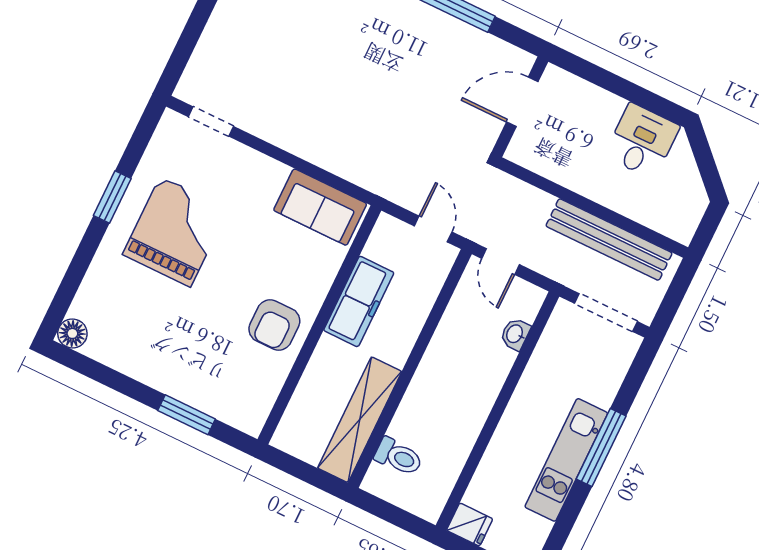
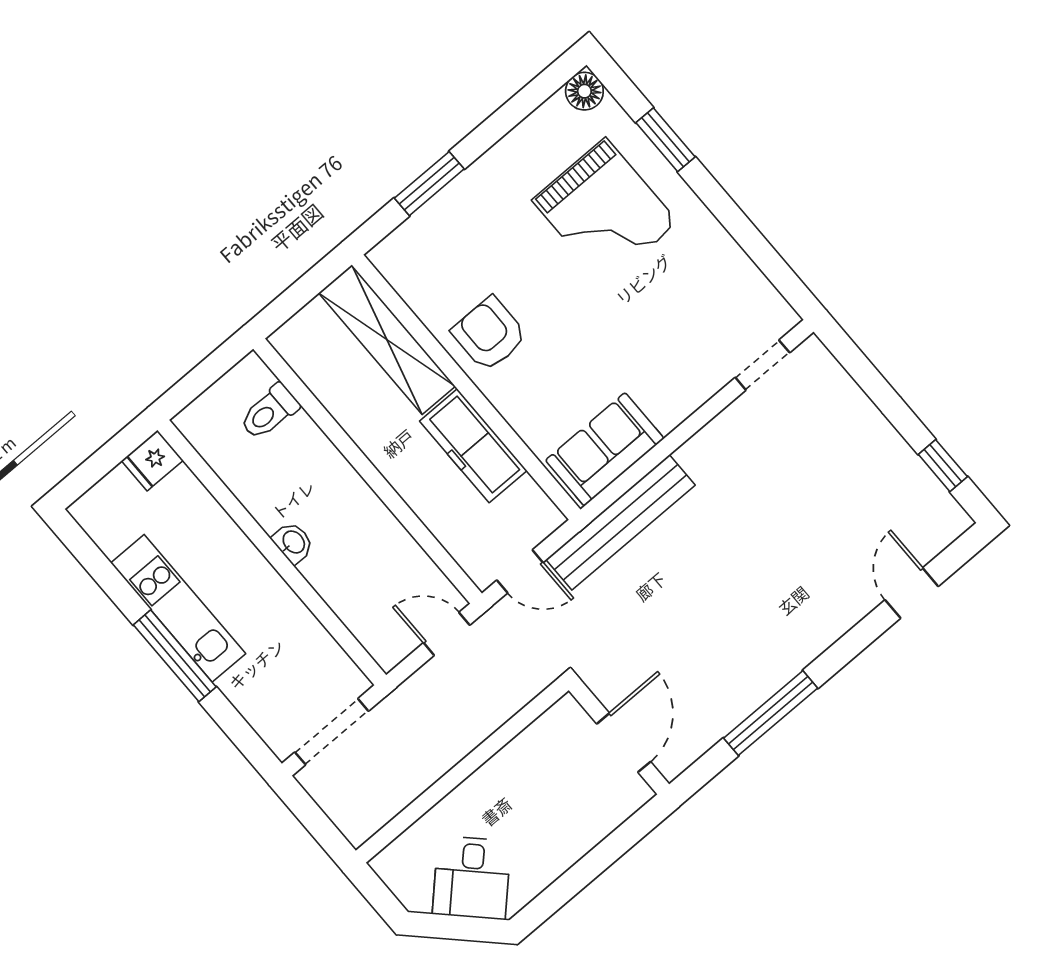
desk: (642, 141) -> (472, 878), moved, turned 45
window: (112, 197) -> (665, 140), moved
grand piano: (175, 232) -> (605, 211), moved
bench: (609, 240) -> (621, 522), moved
washbasin: (515, 334) -> (293, 543), moved
shelving: (360, 420) -> (387, 340), moved

